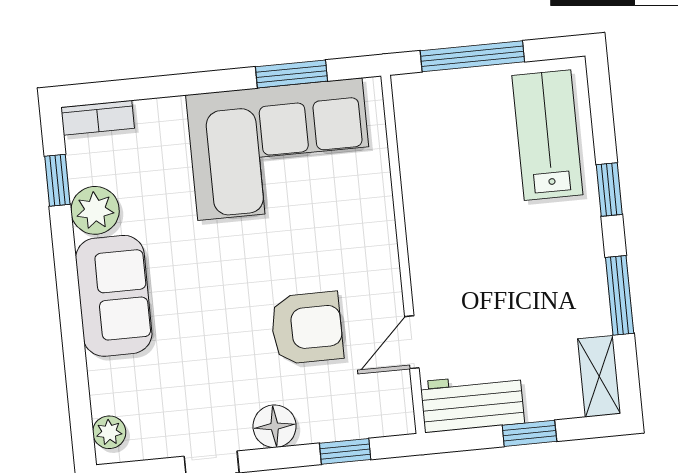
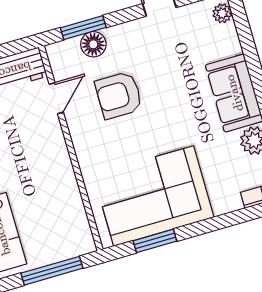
floor lamp: (275, 426) -> (93, 44), moved
window: (345, 451) -> (83, 28), width x1.50

